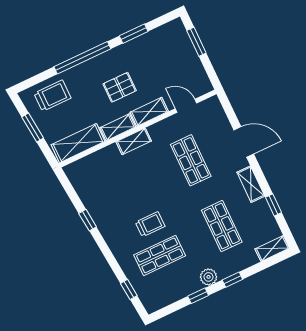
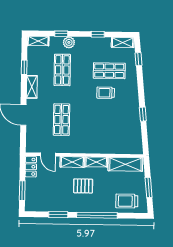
locker: (200, 79) -> (31, 167), added
shelving: (134, 141) -> (123, 42), moved
plant: (209, 277) -> (69, 42), moved
window: (232, 280) -> (61, 34), moved

